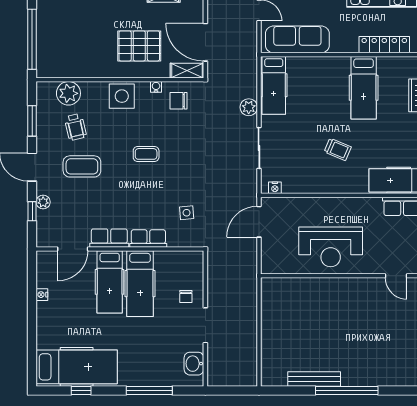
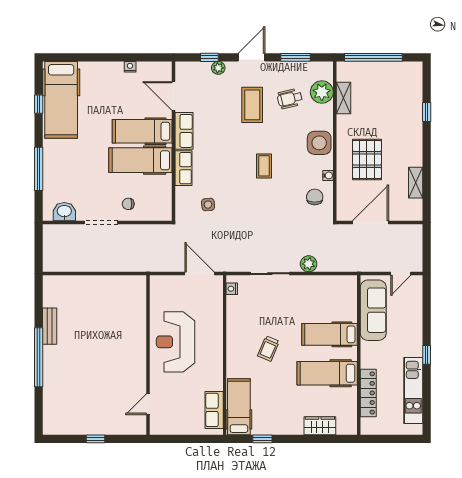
shelving: (187, 71) -> (344, 98), moved
hospital bed: (274, 85) -> (329, 334), moved
bench: (314, 379) -> (50, 326), width x0.73

